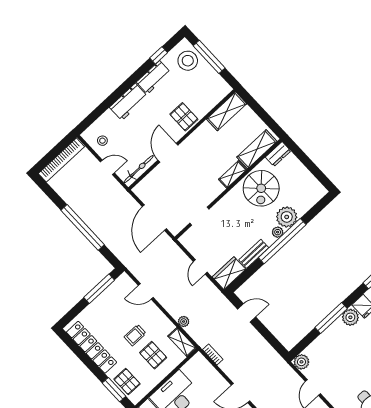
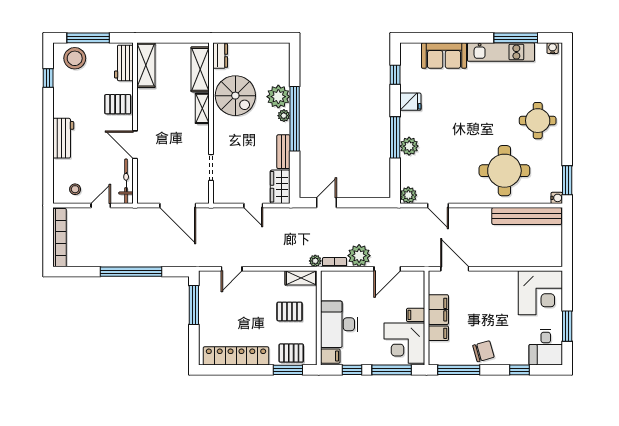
workbench: (153, 77) -> (124, 63), moved, turned 180
plant: (350, 317) -> (409, 146), moved
plant: (184, 322) -> (315, 261), moved
trolley: (135, 335) -> (259, 311), removed
plant: (232, 367) -> (359, 256), added

